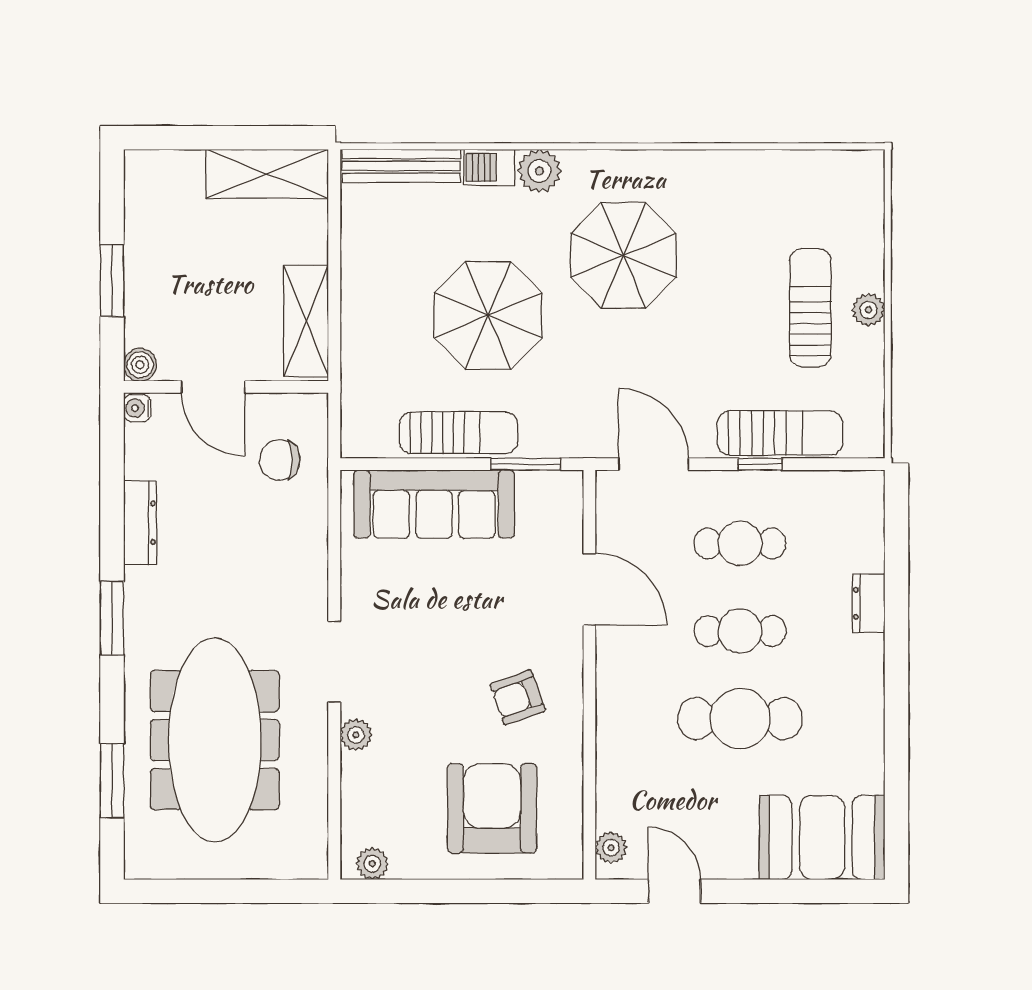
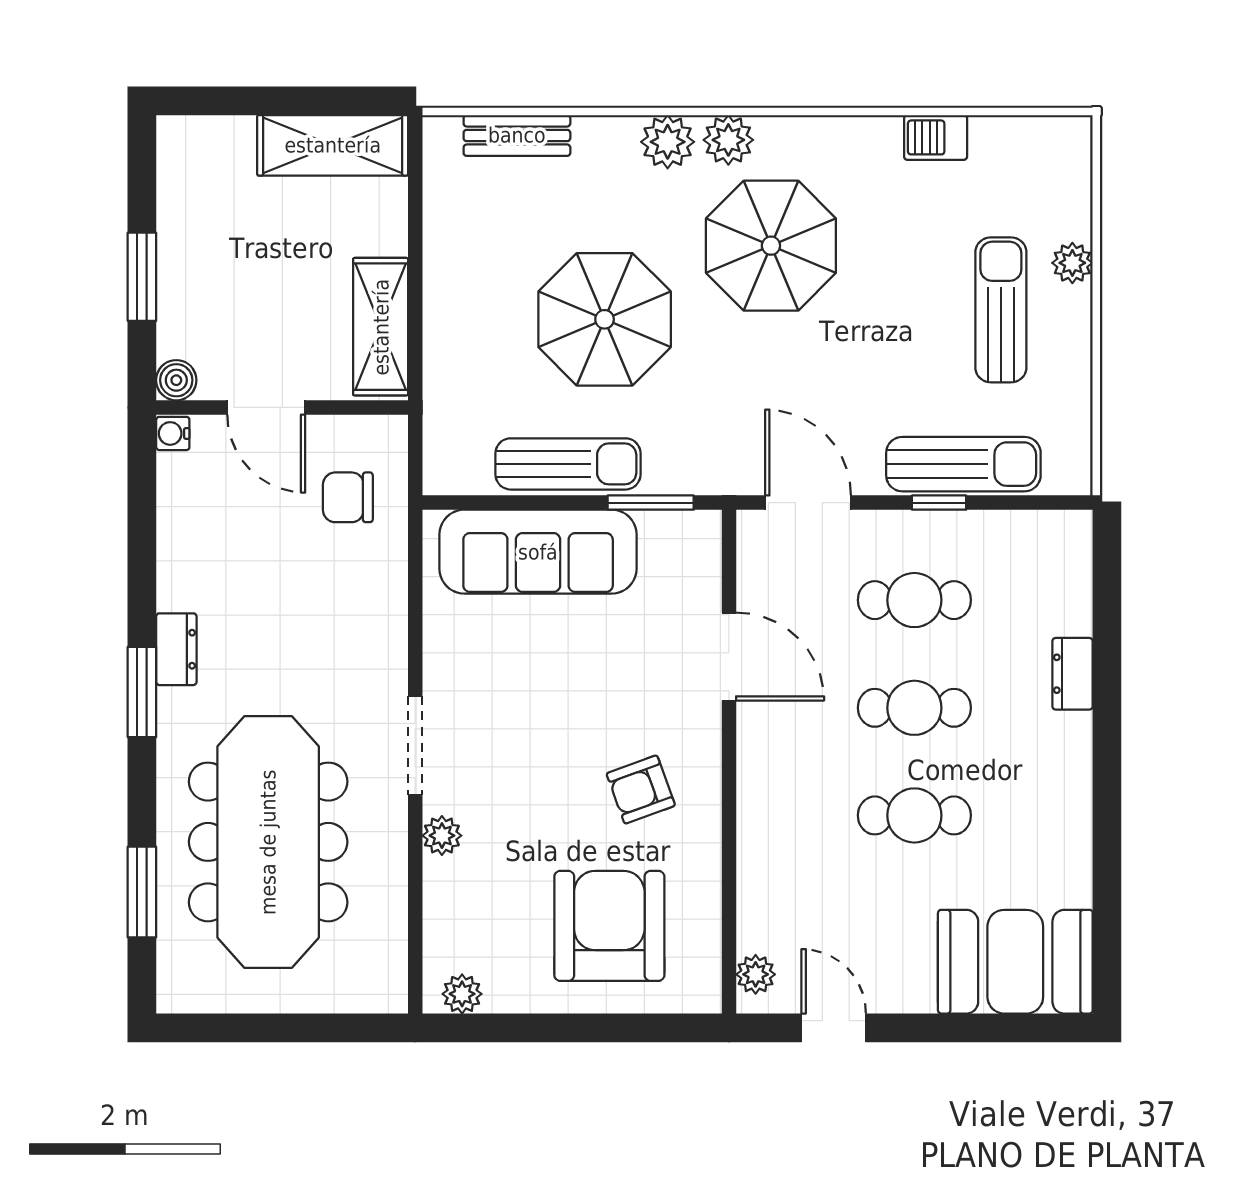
bench: (401, 166) -> (517, 135), width x0.73
barbecue: (489, 167) -> (936, 137), moved
plant: (589, 169) -> (728, 140), added
plant: (868, 310) -> (1072, 263), moved
dresser: (140, 523) -> (176, 649), moved, width x0.70
cafe table: (740, 719) -> (914, 815), width x0.73, depth x0.74

